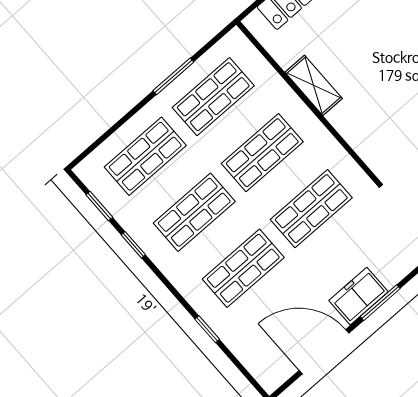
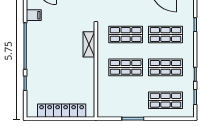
shelving: (314, 85) -> (89, 44), moved
shop shelf: (213, 97) -> (126, 100), removed

